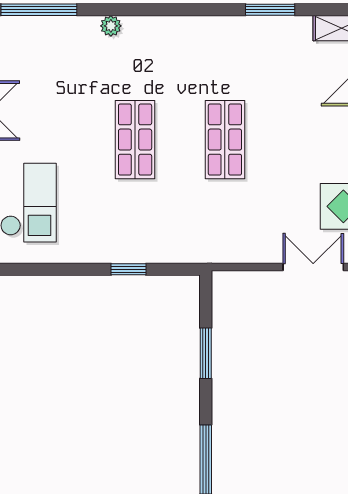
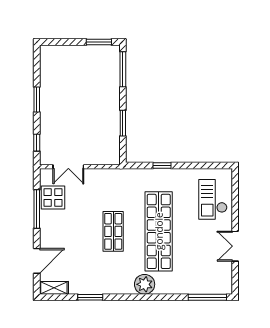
plant: (111, 26) -> (145, 284), moved, width x1.87, depth x1.87
shop shelf: (135, 140) -> (159, 231), width x2.00, depth x1.36

